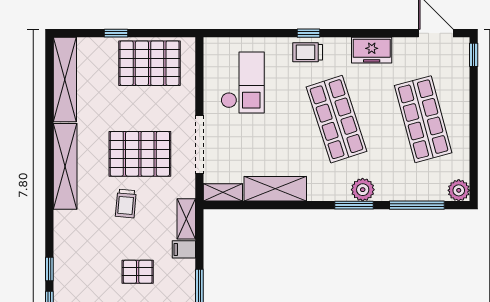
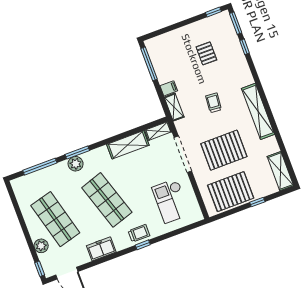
shelving: (65, 79) -> (280, 171), width x0.68
pallet: (140, 154) -> (224, 150), moved
plant: (459, 190) -> (41, 246), moved
pallet: (138, 272) -> (206, 53), moved, turned 90

